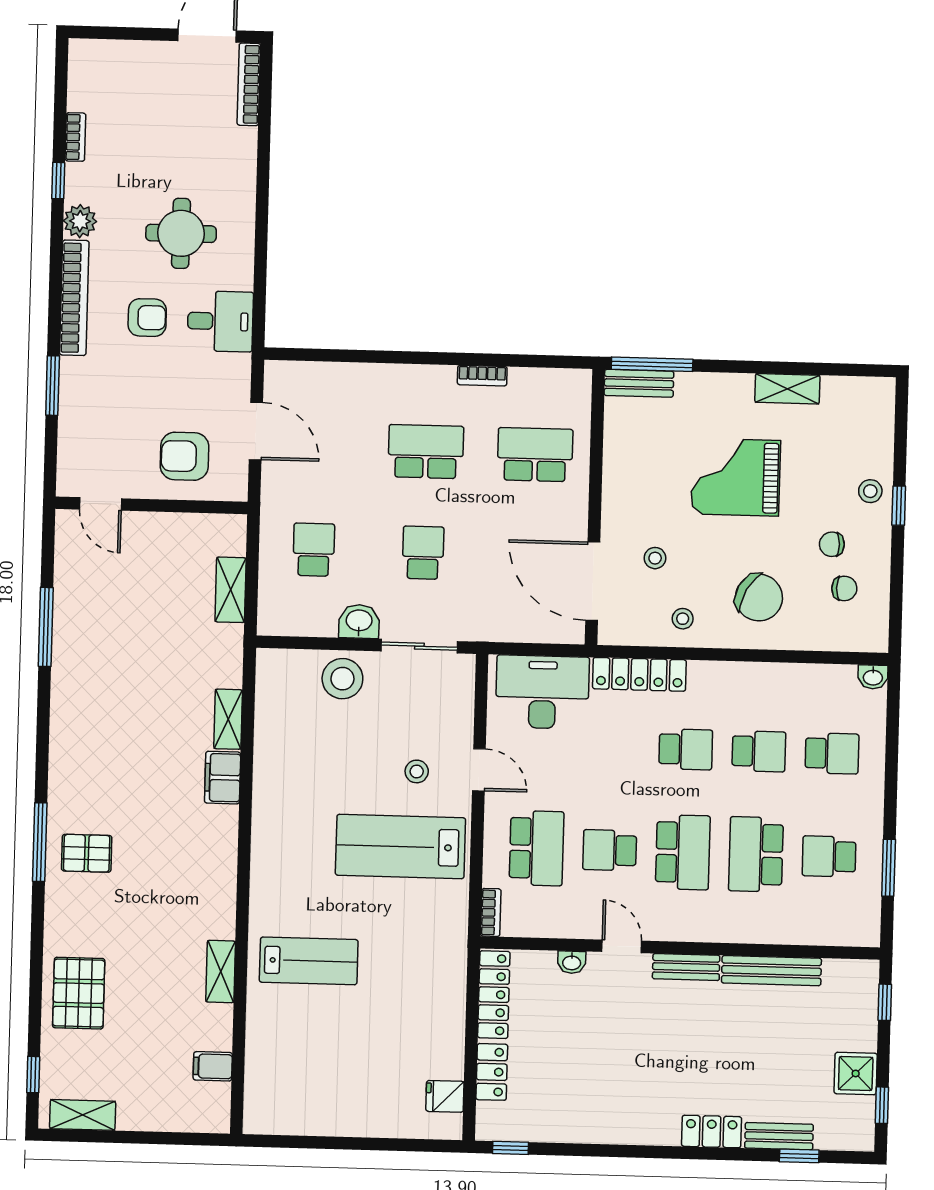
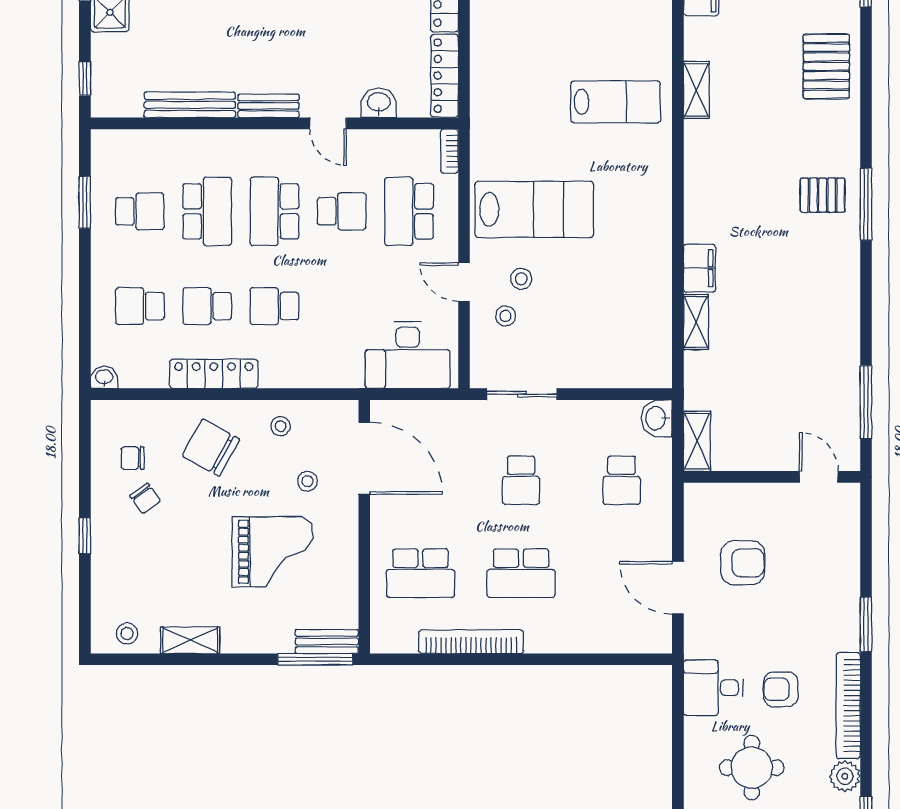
bookcase: (482, 376) -> (471, 642), width x2.31, depth x1.31
grand piano: (736, 477) -> (273, 552), moved
stool: (870, 491) -> (127, 634), moved
door: (101, 504) -> (819, 477), moved
wall: (151, 505) -> (772, 477), moved
chair: (832, 544) -> (145, 498), turned 54
washbasin: (359, 621) -> (657, 418), moved, turned 90
locker: (639, 674) -> (214, 374), moved
stool: (342, 679) -> (506, 316), moved, width x0.53, depth x0.53
lab bench: (309, 961) -> (616, 102), turned 180
washbasin: (572, 962) -> (379, 103), width x1.38, depth x1.45

